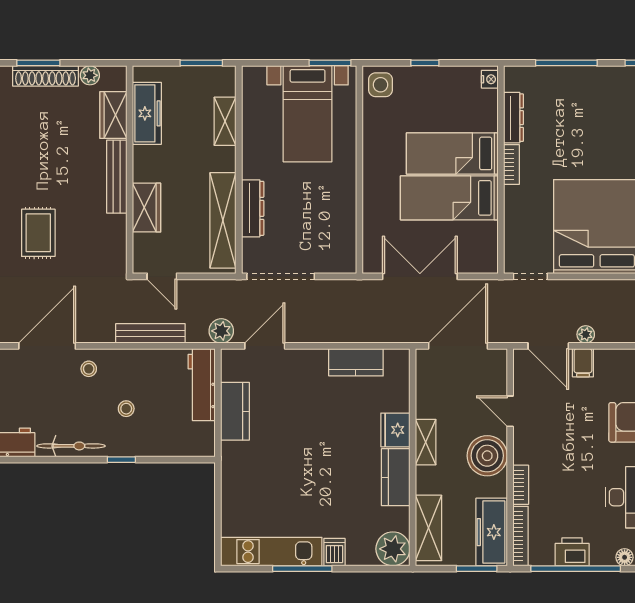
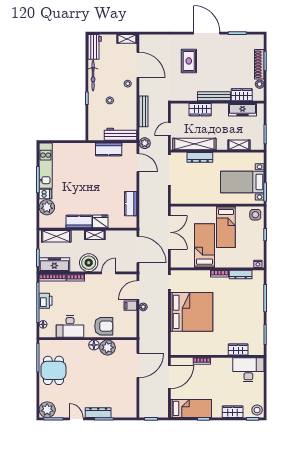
bed: (452, 153) -> (226, 227), moved, turned 180
rug: (38, 233) -> (189, 61), turned 90
door: (162, 276) -> (169, 129), moved
plant: (393, 549) -> (47, 207), moved

